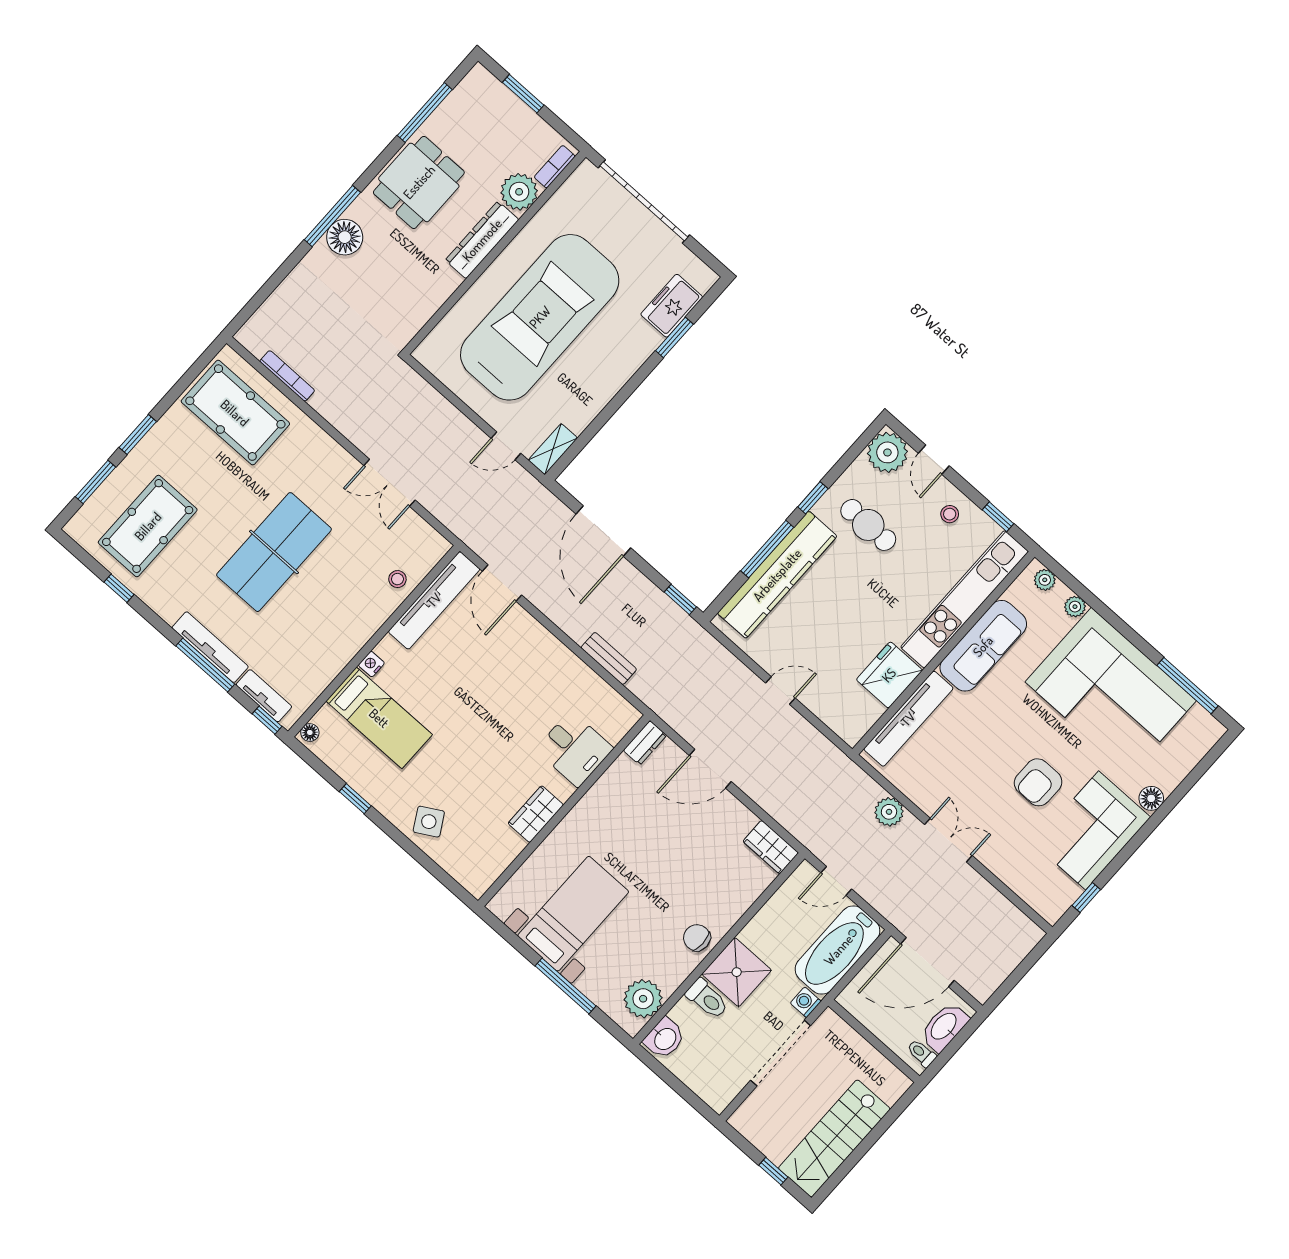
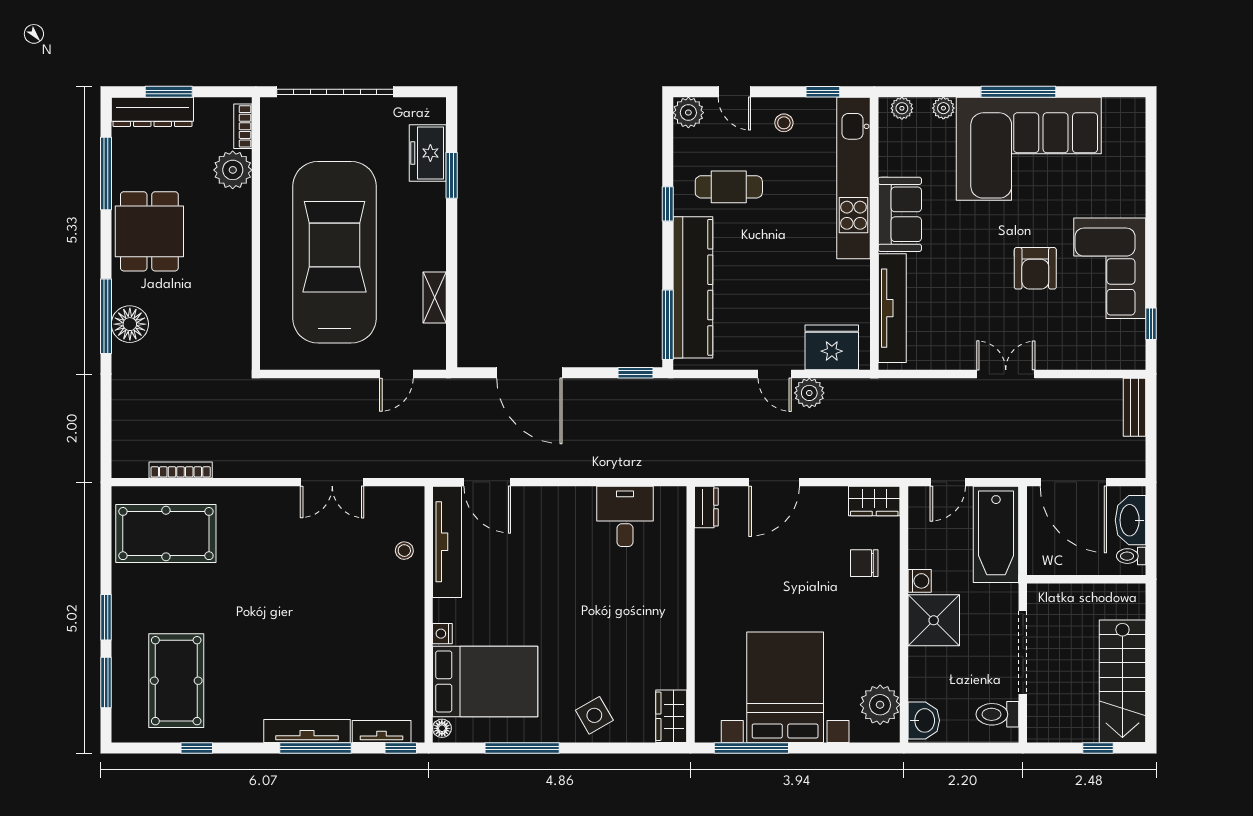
dresser: (482, 240) -> (152, 112), moved, turned -90
shelving: (553, 449) -> (435, 298), moved
plant: (887, 452) -> (688, 113), width x0.73, depth x0.73
window: (767, 549) -> (668, 325), moved
table tennis table: (274, 552) -> (291, 614), removed
sofa: (983, 646) -> (900, 214), width x0.73
bench: (609, 658) -> (1135, 407), moved, turned 90
fridge: (889, 675) -> (832, 347), moved, turned 90
window: (1188, 686) -> (1018, 92), moved
door: (780, 690) -> (775, 374), swing flipped
bed: (379, 718) -> (485, 681), width x1.50
desk: (574, 749) -> (625, 516), moved, turned -90
floor lamp: (1151, 798) -> (1133, 203), removed
window: (355, 799) -> (522, 748), width x2.17
plant: (889, 812) -> (809, 393), moved
wardrobe: (536, 814) -> (671, 716), moved
bed with nightstands: (573, 914) -> (785, 687), width x1.36
chair: (697, 938) -> (864, 563), moved
door: (927, 962) -> (1073, 482), hinge flipped
window: (565, 986) -> (751, 748), moved
toilet: (707, 999) -> (997, 714), moved, turned 180
washing machine: (806, 1002) -> (920, 581), moved, turned 180

